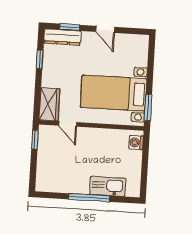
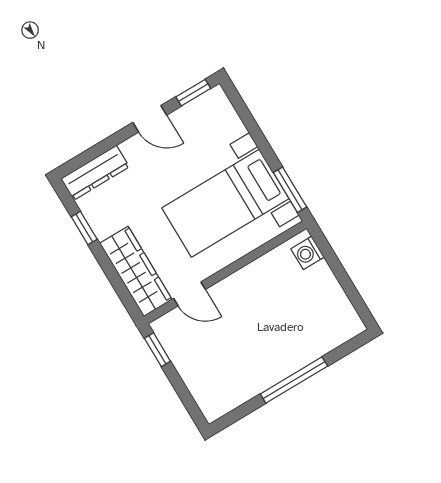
window: (69, 27) -> (193, 93), moved
wardrobe: (49, 104) -> (136, 271), width x1.50
kitchen sink: (108, 186) -> (310, 345), removed

